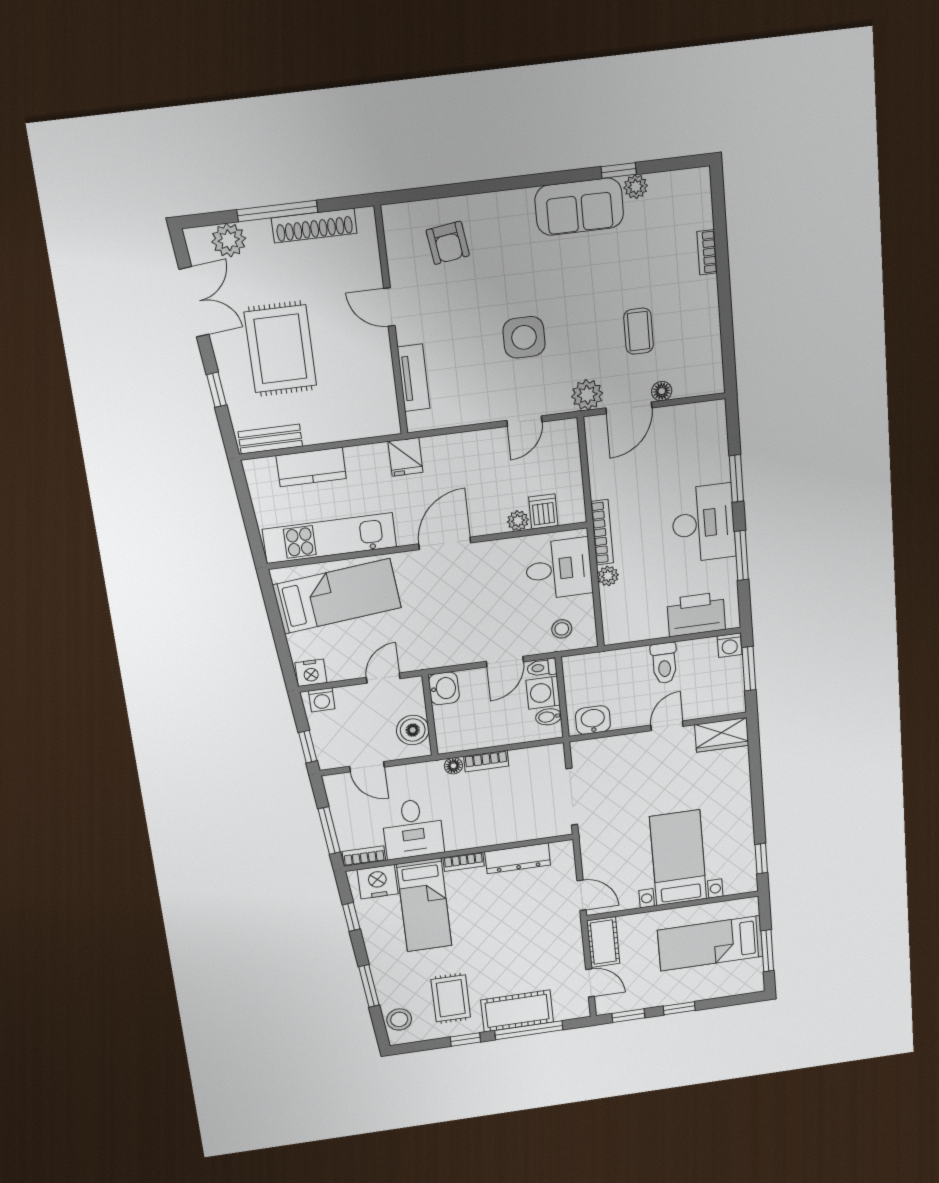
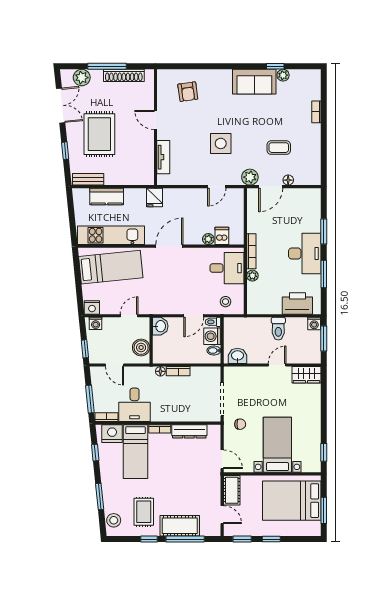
coffee table: (639, 331) -> (279, 148), turned 90
chair: (608, 834) -> (240, 424), added
bed: (710, 943) -> (292, 501), width x1.50

